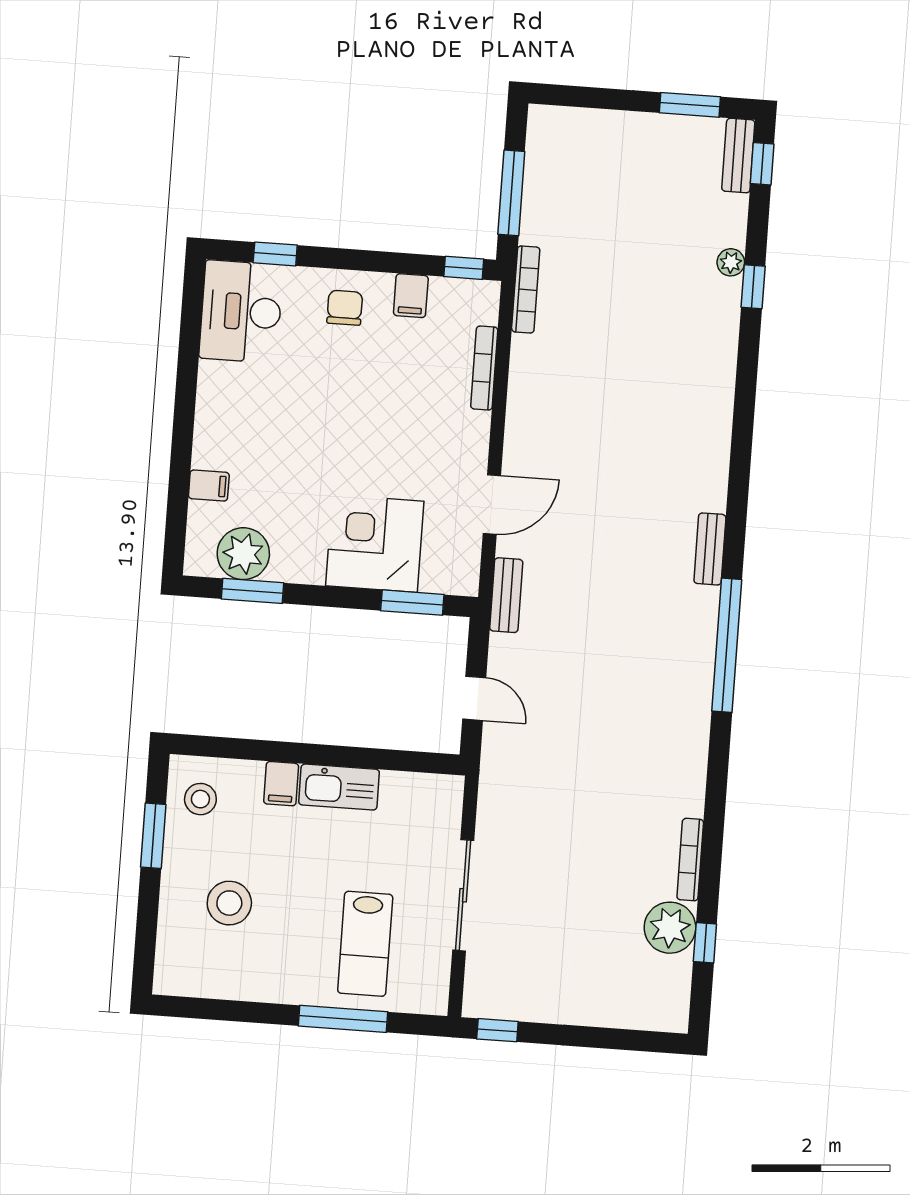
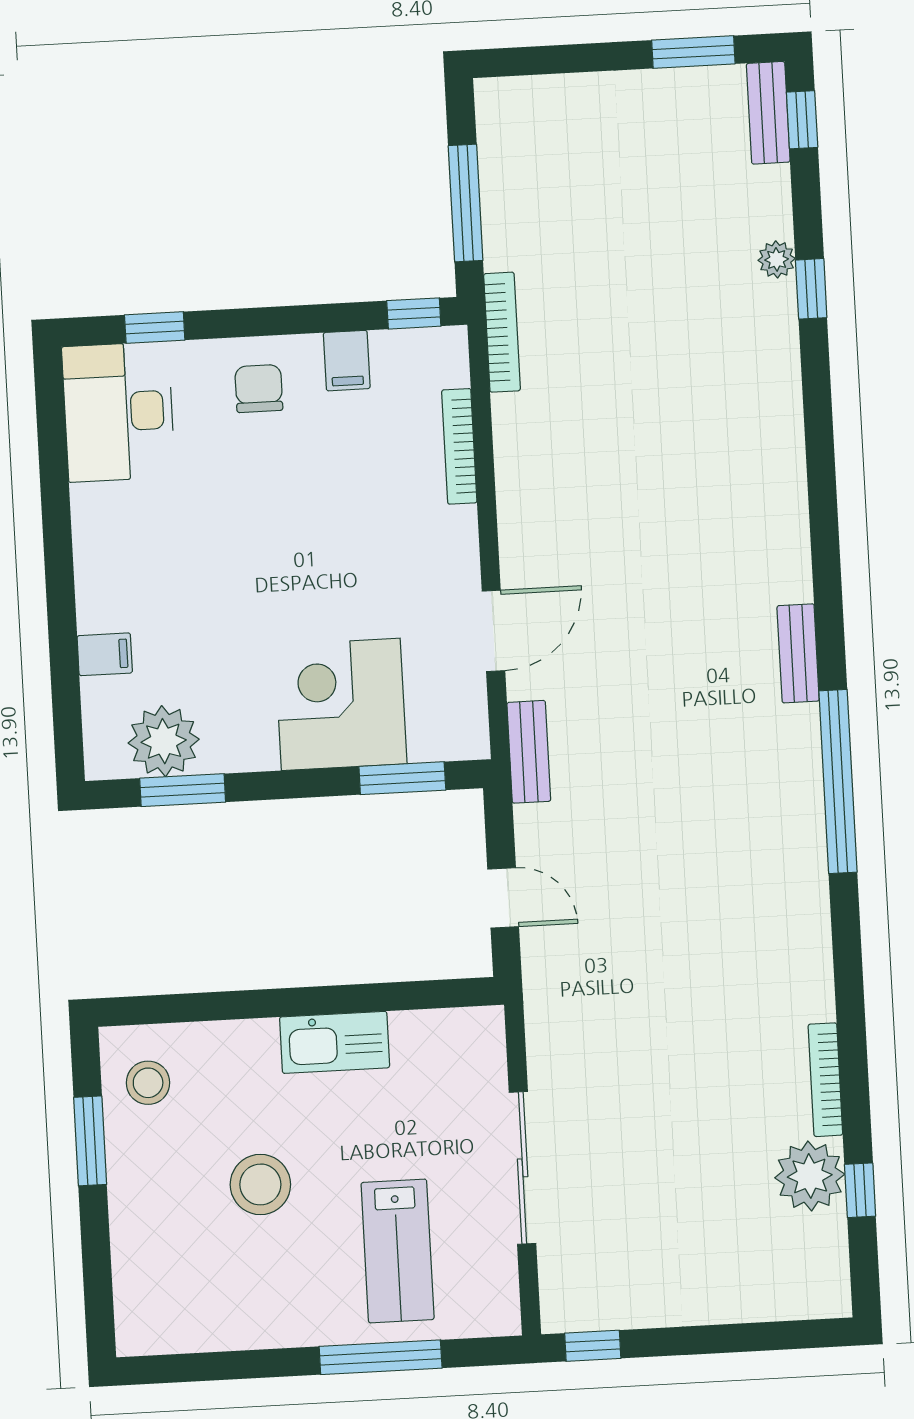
filing cabinet: (281, 784) -> (255, 1048), removed
stool: (229, 903) -> (260, 1184), moved

